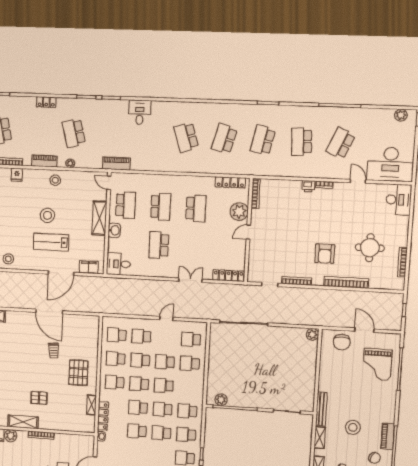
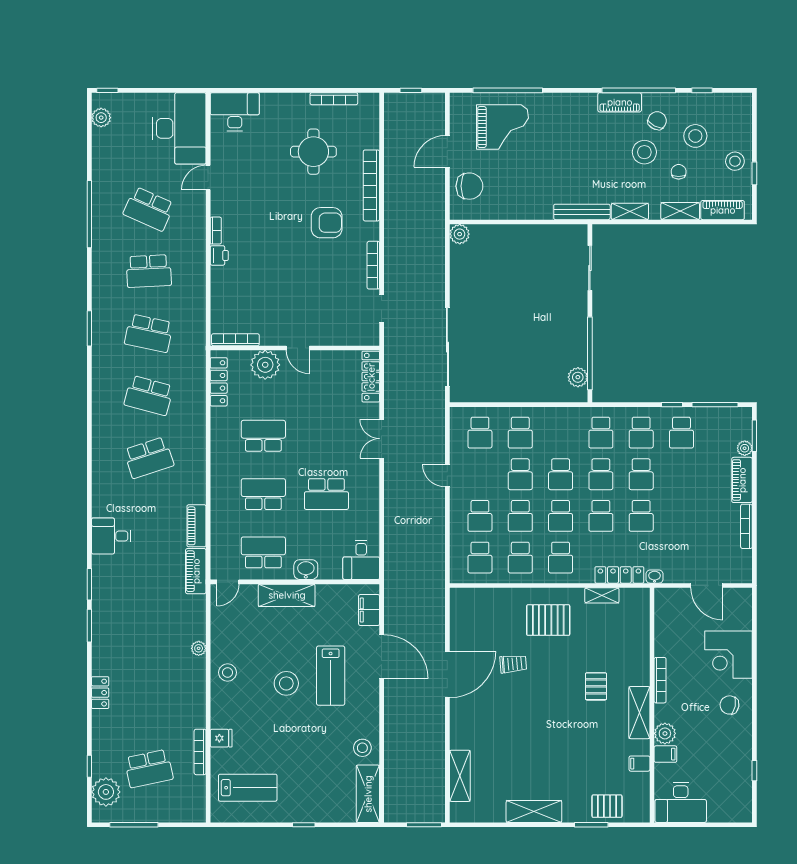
school desk: (74, 133) -> (149, 644), removed
piano: (44, 161) -> (196, 526), moved
stool: (353, 427) -> (644, 152), moved

